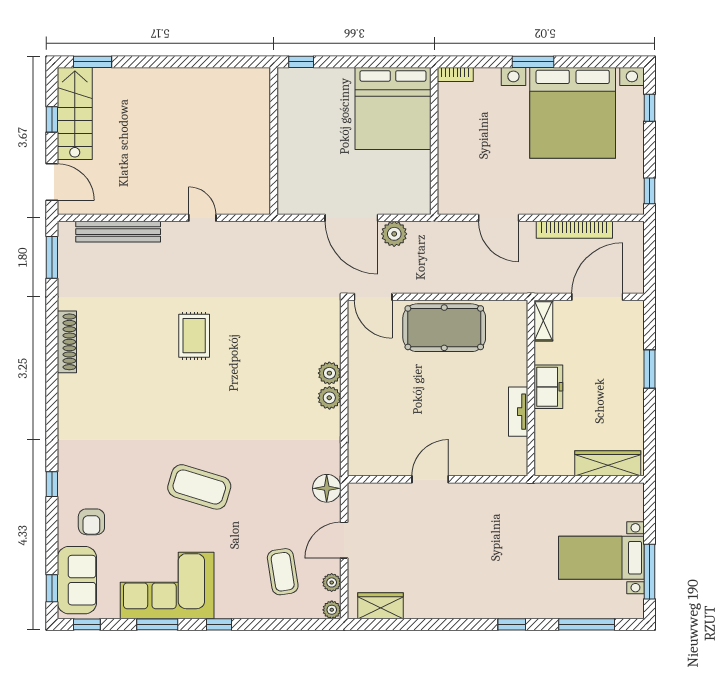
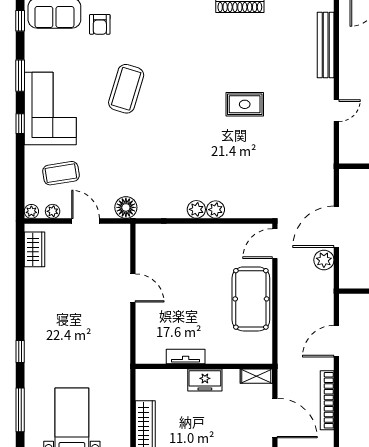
coffee table: (199, 487) -> (126, 89), moved
armchair: (91, 522) -> (100, 24), turned -90
corner sofa: (167, 585) -> (50, 109), moved

